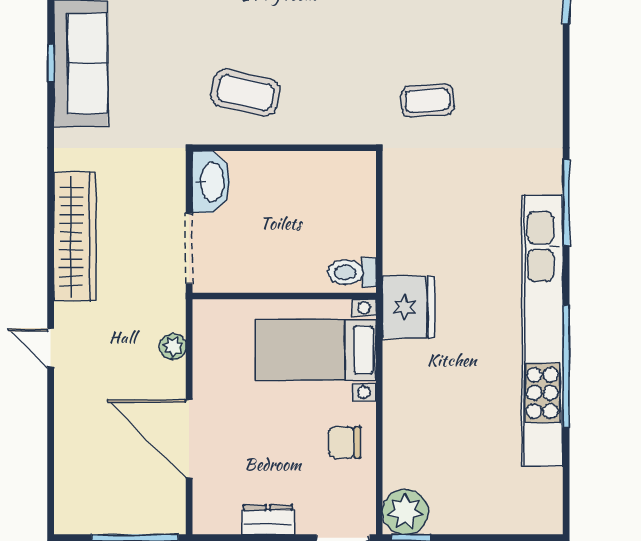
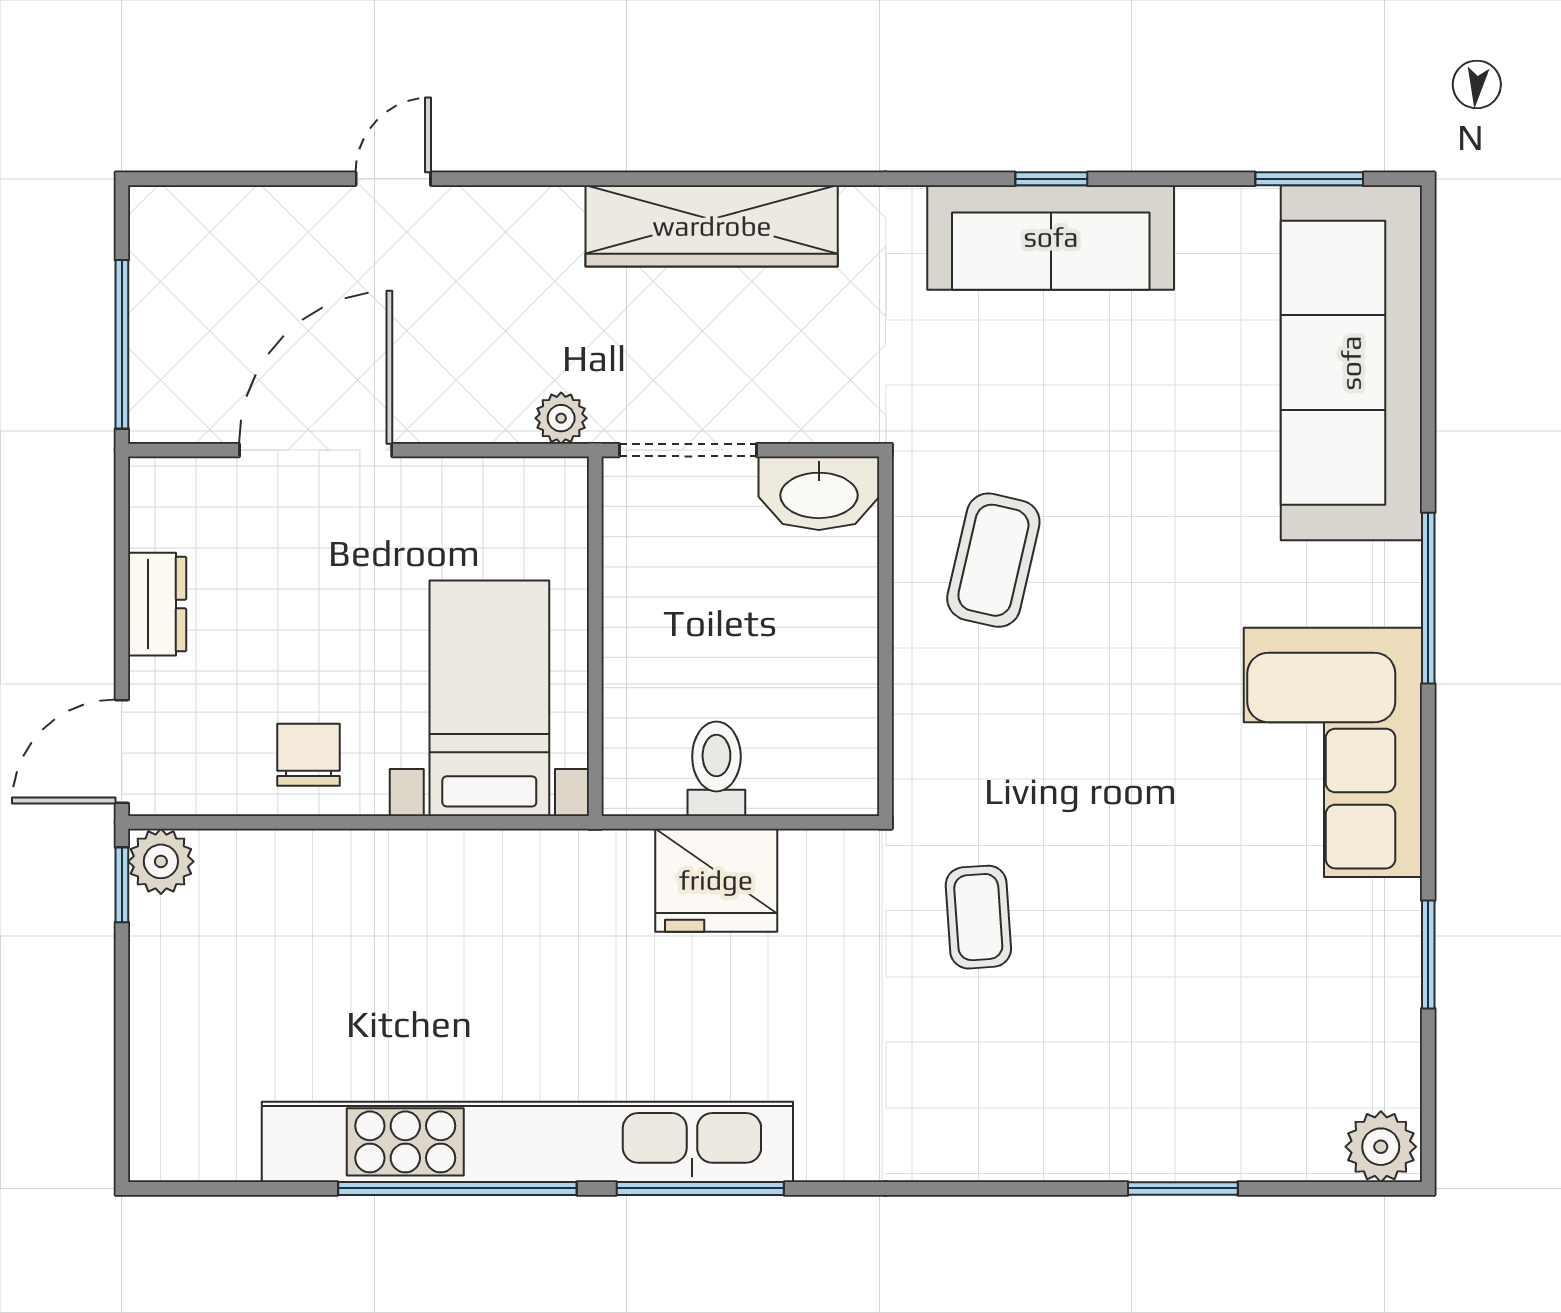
window: (566, 203) -> (700, 1188), moved
toilet: (352, 272) -> (716, 769), moved
fridge: (409, 307) -> (716, 880), moved
plant: (173, 347) -> (561, 418), moved
door: (51, 348) -> (393, 179), moved
plant: (405, 512) -> (161, 861), width x0.73, depth x0.73

